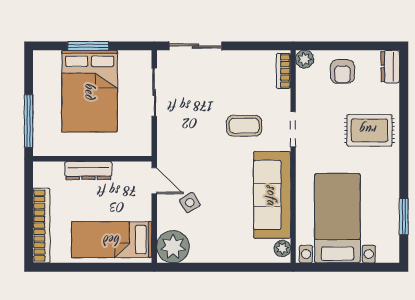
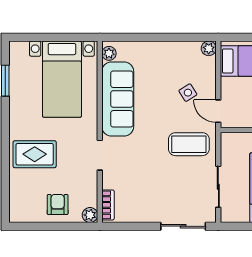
dresser: (390, 67) -> (17, 209), removed
coffee table: (244, 126) -> (189, 144), moved, width x1.36, depth x1.30
plant: (173, 247) -> (209, 48), width x0.53, depth x0.53

